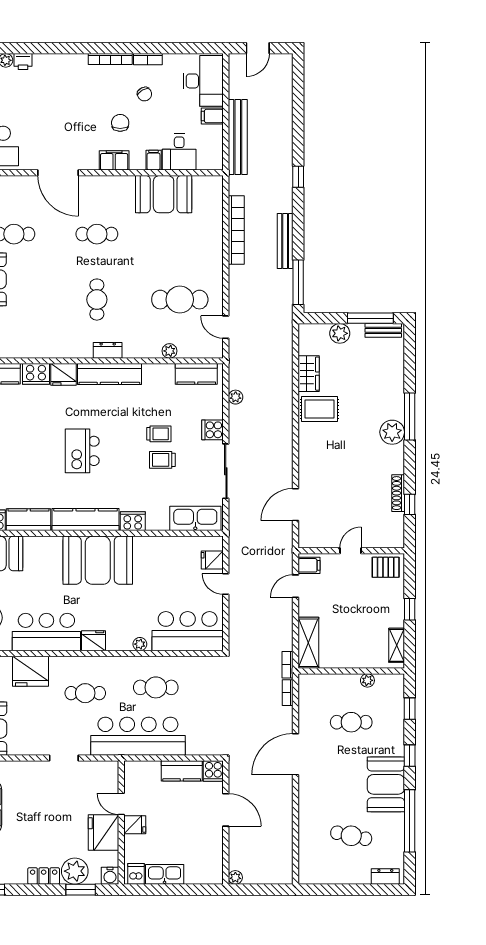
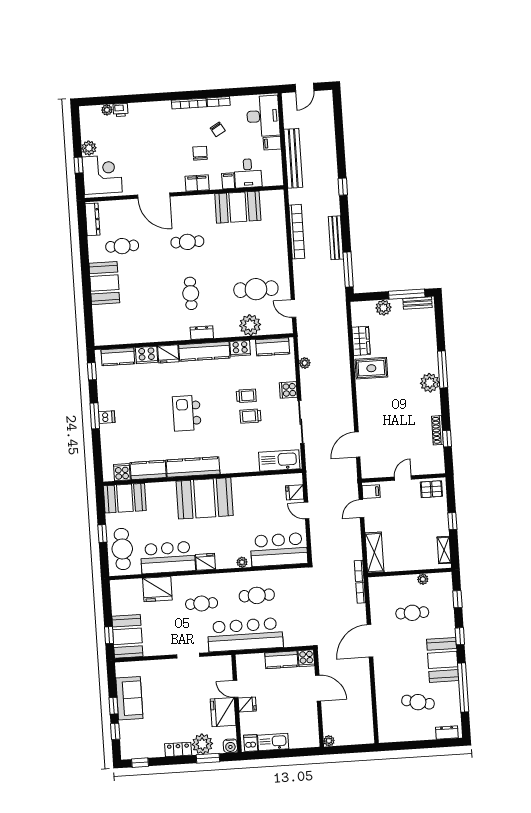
plant: (170, 351) -> (250, 325), width x1.88, depth x1.88
cooker: (133, 521) -> (240, 348), moved, turned 180

